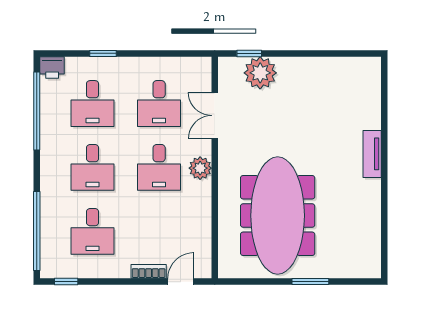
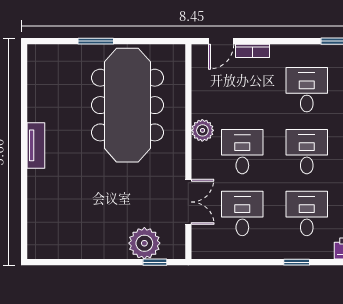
tv unit: (372, 154) -> (36, 145), moved
plant: (200, 168) -> (202, 130), moved

